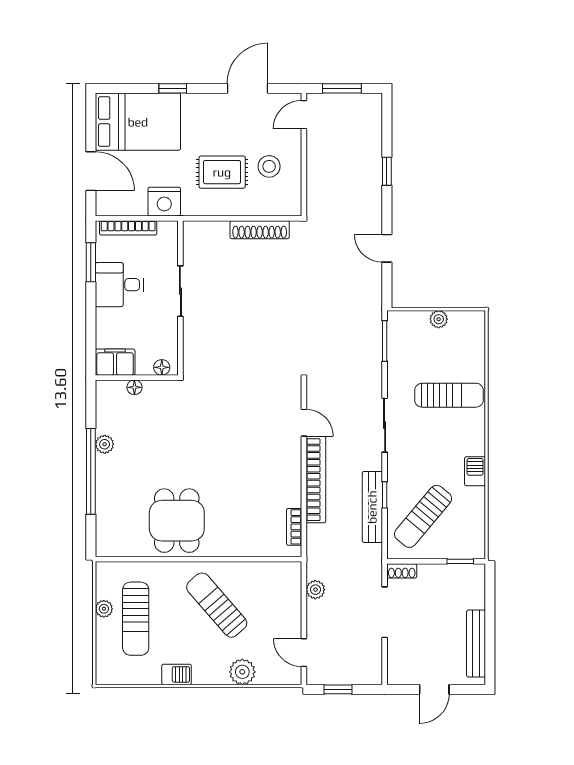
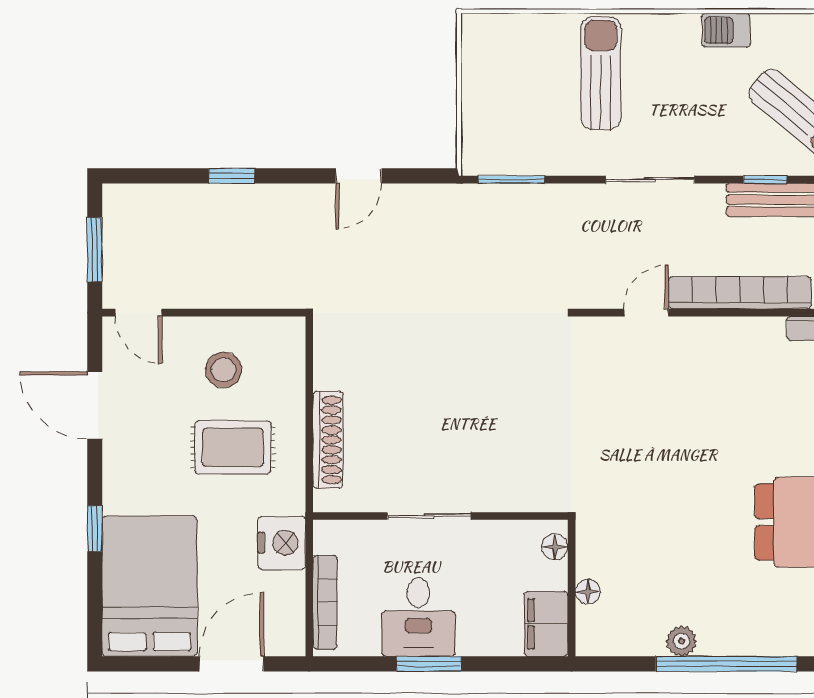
rug: (222, 172) -> (233, 447), turned 90
shoe rack: (260, 230) -> (328, 440), moved
window: (91, 262) -> (429, 664), moved
plant: (439, 319) -> (475, 90), removed

